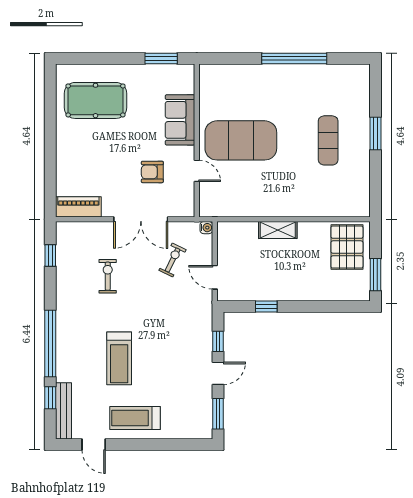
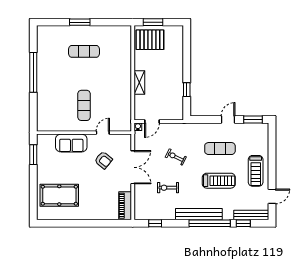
pool table: (95, 100) -> (59, 195), turned 90
exercise mat: (241, 140) -> (84, 105), width x0.50, depth x0.69
armchair: (152, 172) -> (103, 160), turned -51
exercise bike: (173, 260) -> (176, 157), moved
window: (375, 275) -> (153, 22), moved
door: (215, 277) -> (152, 122), moved
bench: (65, 326) -> (199, 214), added
window: (218, 341) -> (208, 120), removed
exercise mat: (171, 360) -> (220, 149), added
door: (218, 373) -> (228, 120), hinge flipped

